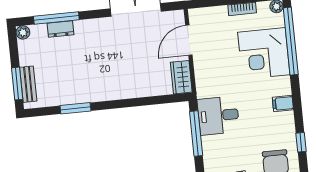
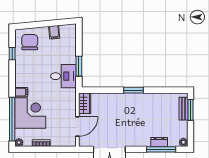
filing cabinet: (283, 103) -> (21, 92), moved
window: (75, 108) -> (133, 90), moved
window: (196, 133) -> (79, 66), width x0.69

